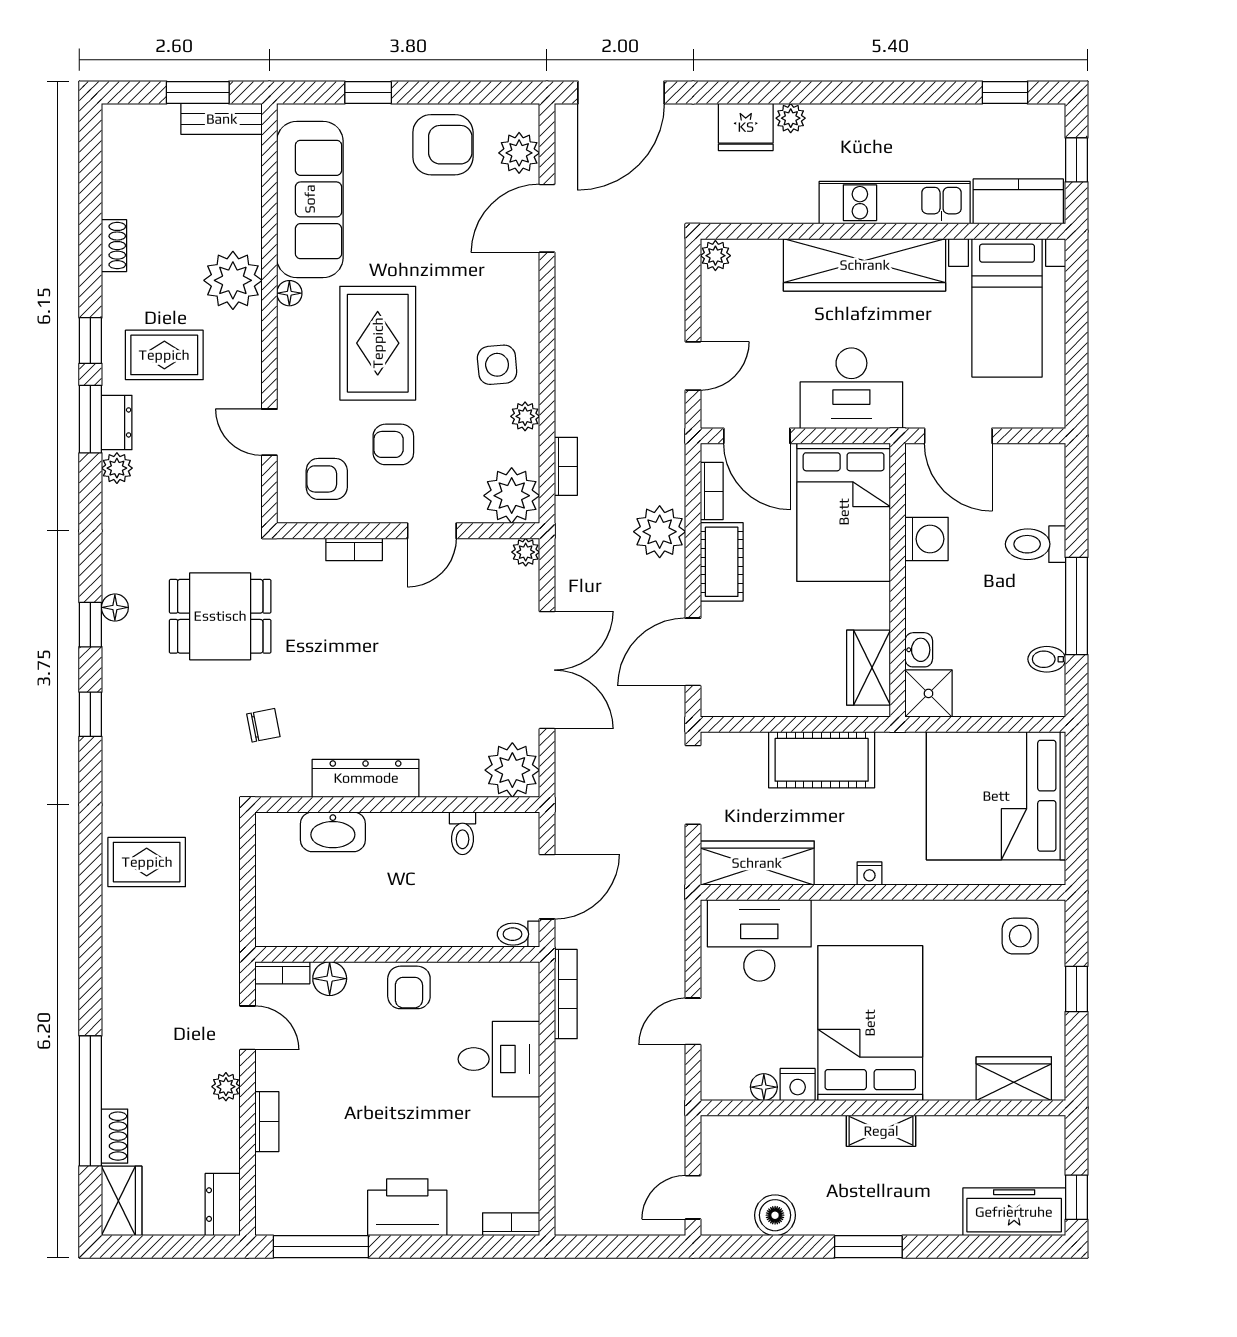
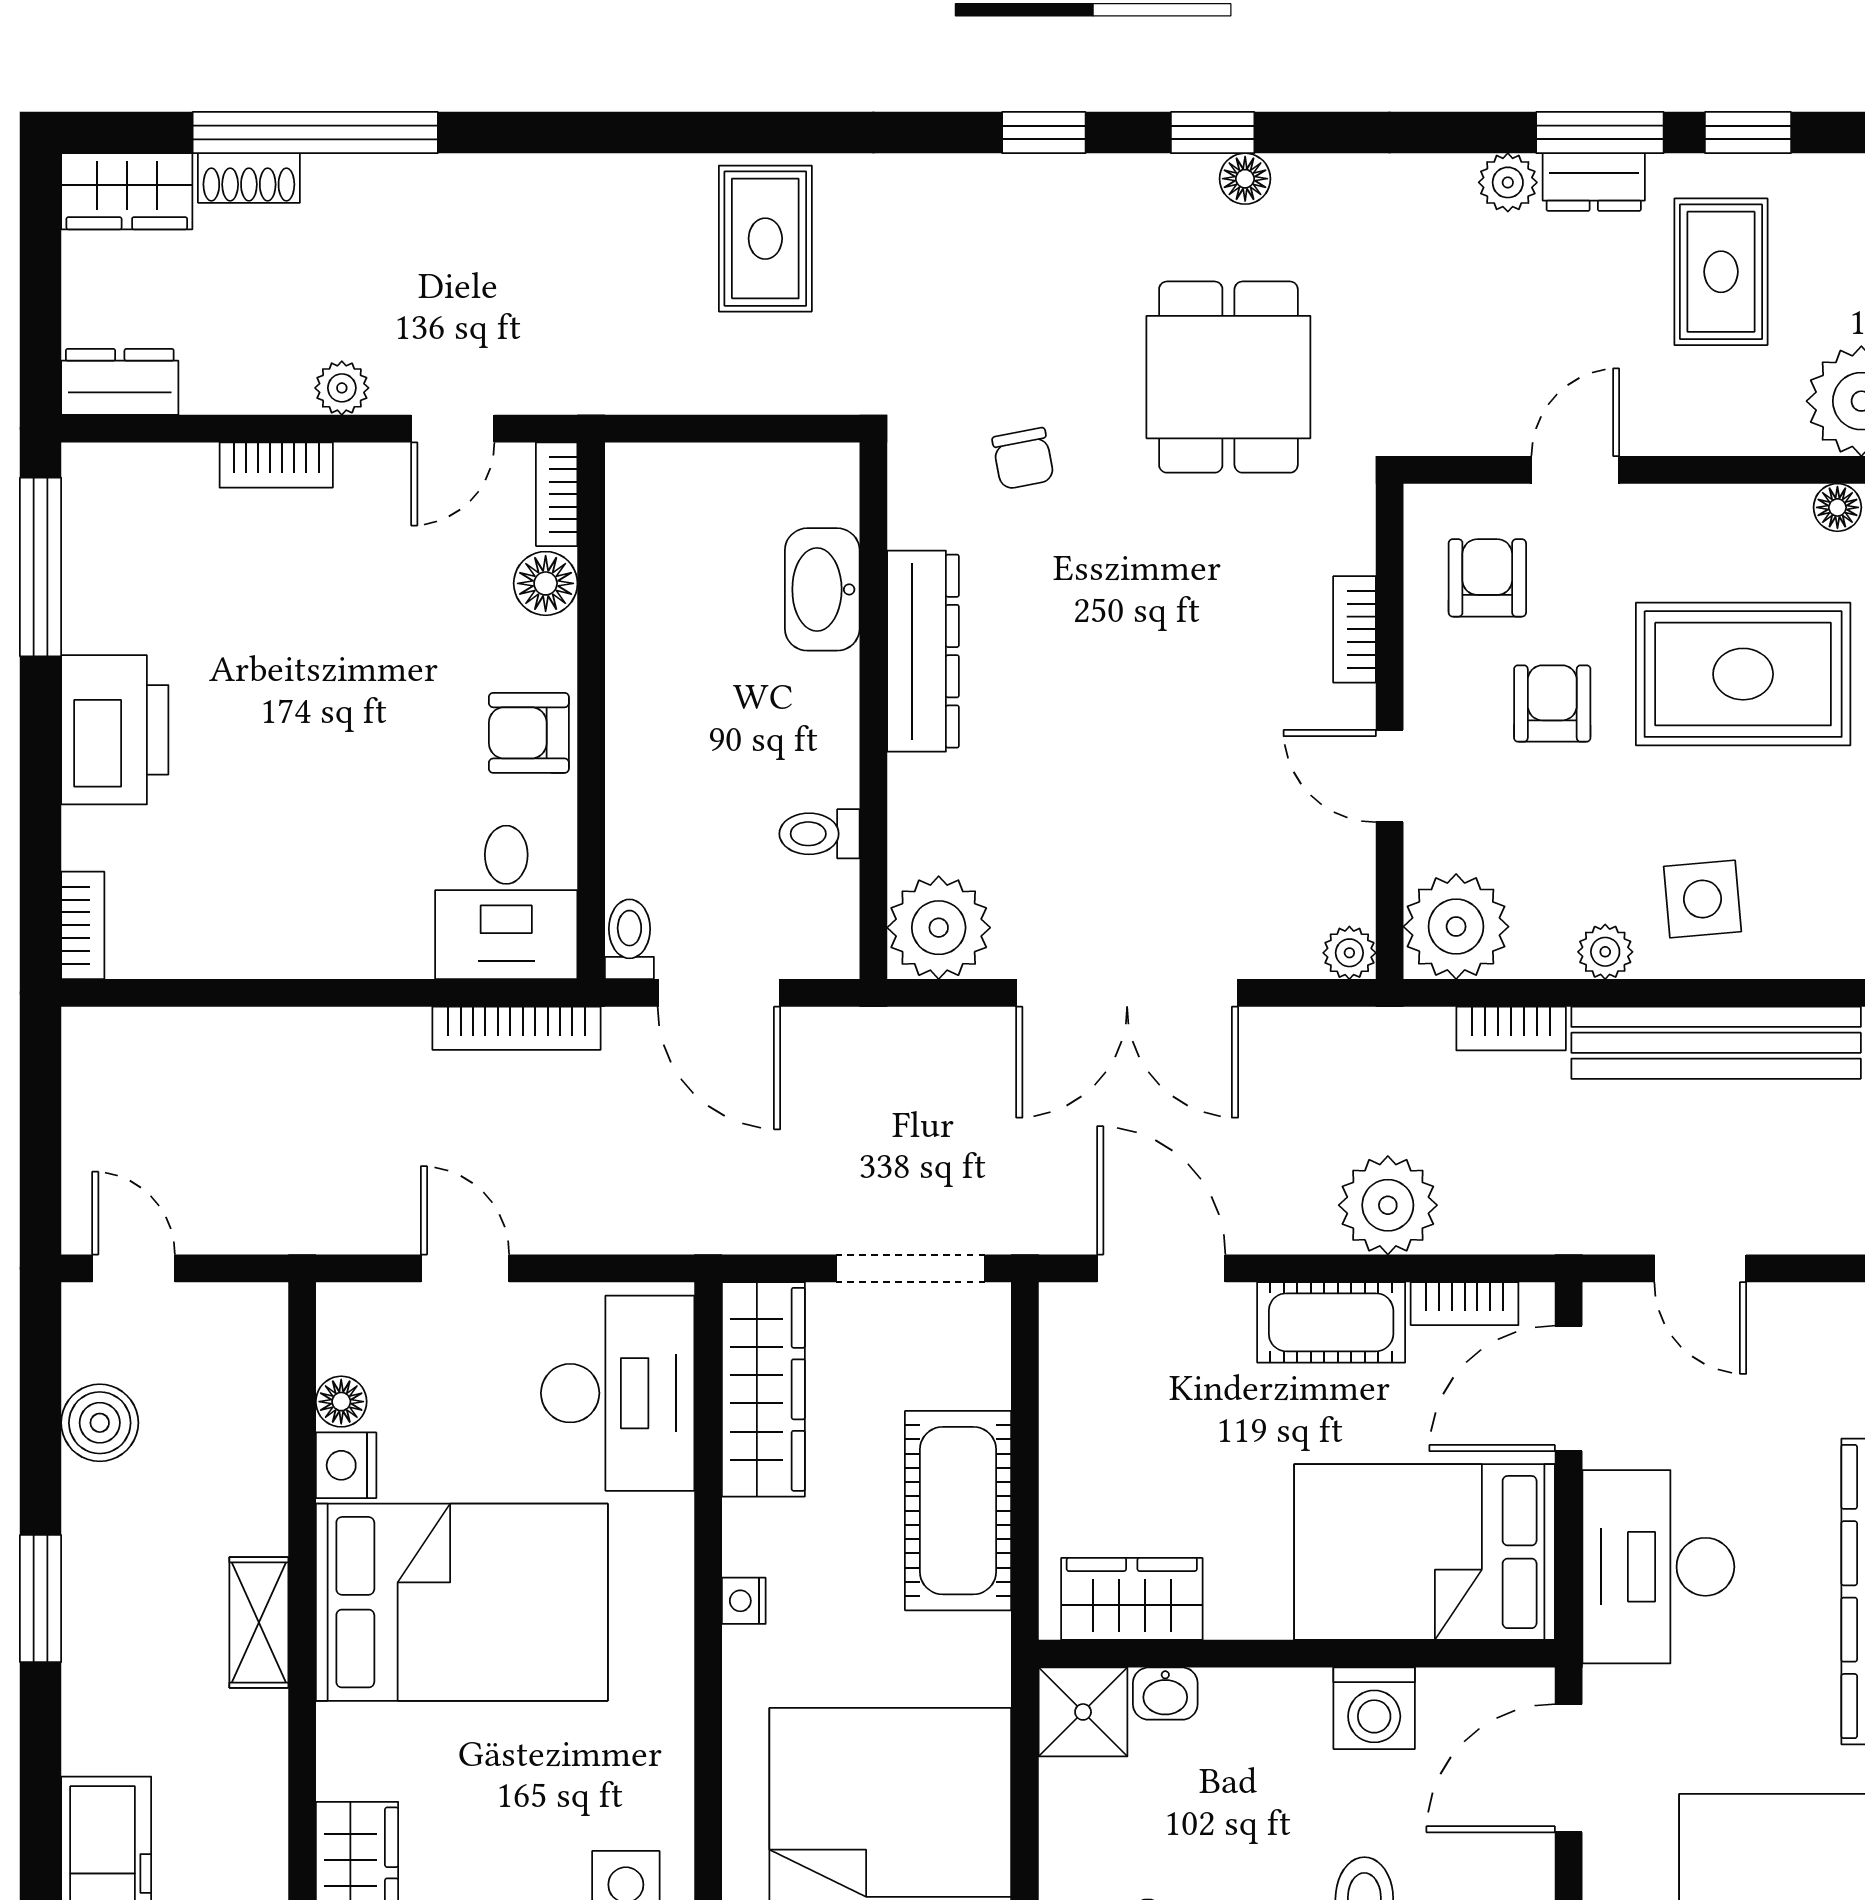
bench: (573, 358) -> (1716, 1043), added
desk: (499, 1059) -> (506, 902), moved

